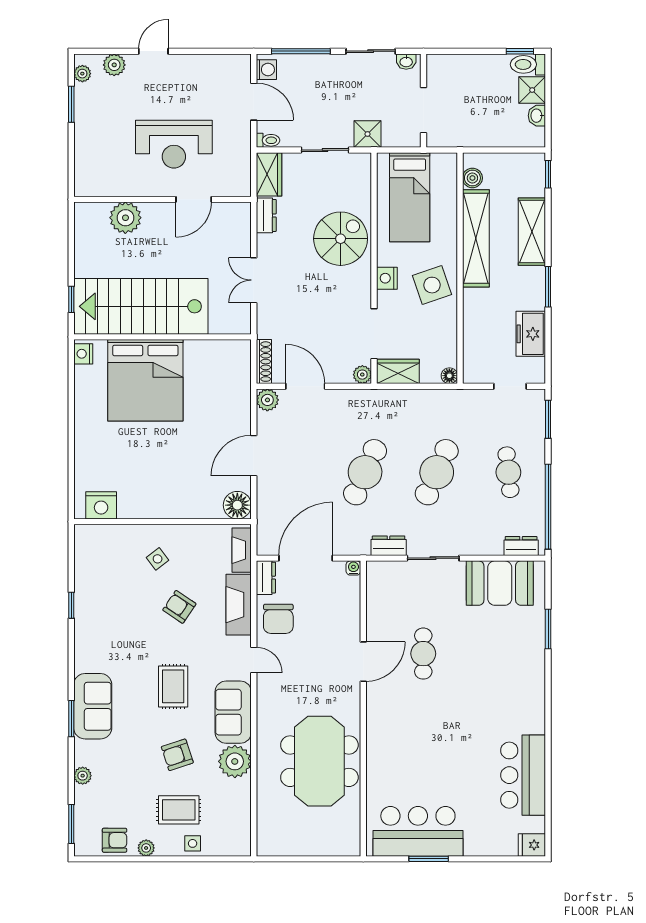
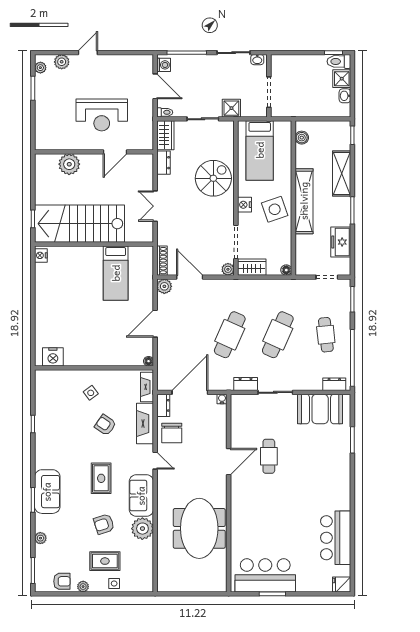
shelving: (476, 238) -> (304, 201), moved
bed: (145, 380) -> (116, 273), moved, width x0.49
floor lamp: (237, 505) -> (149, 361), width x0.53, depth x0.53

